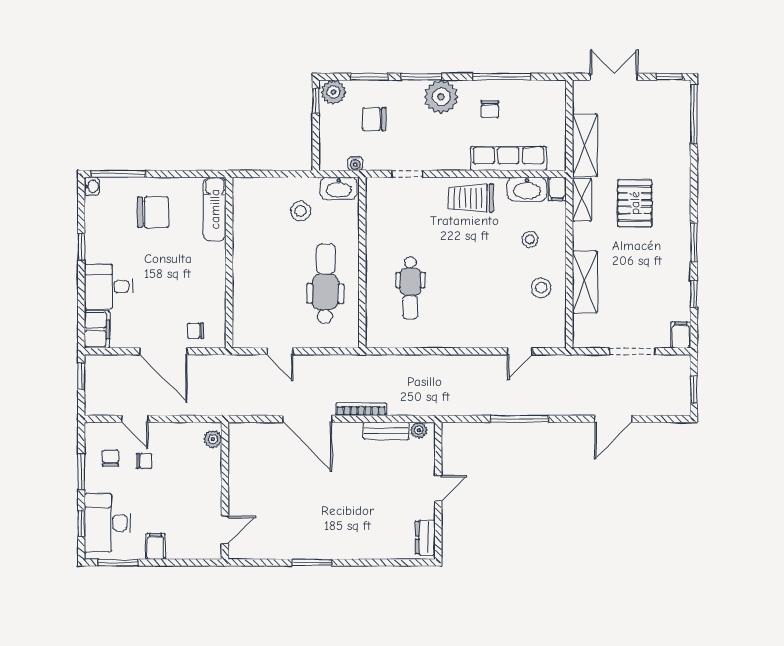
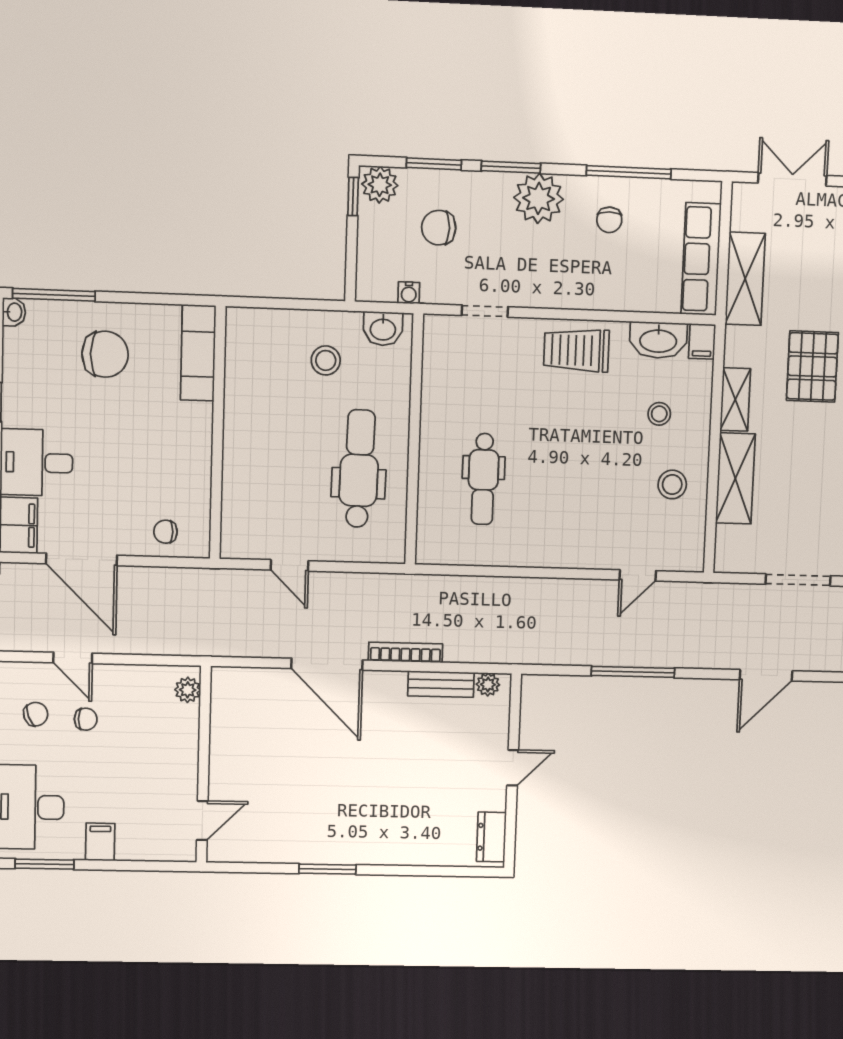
row of seats: (508, 159) -> (701, 259), moved, turned -90
washbasin: (339, 188) -> (383, 329), width x0.72
shelving: (582, 200) -> (735, 400), moved
door: (163, 351) -> (82, 559), moved
chair: (110, 458) -> (36, 714), turned 69

